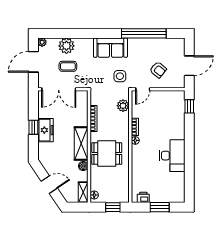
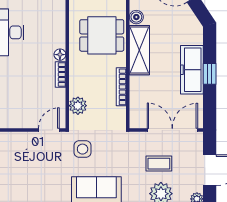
armchair: (158, 70) -> (26, 158), removed
freezer: (45, 130) -> (192, 70), width x1.40

